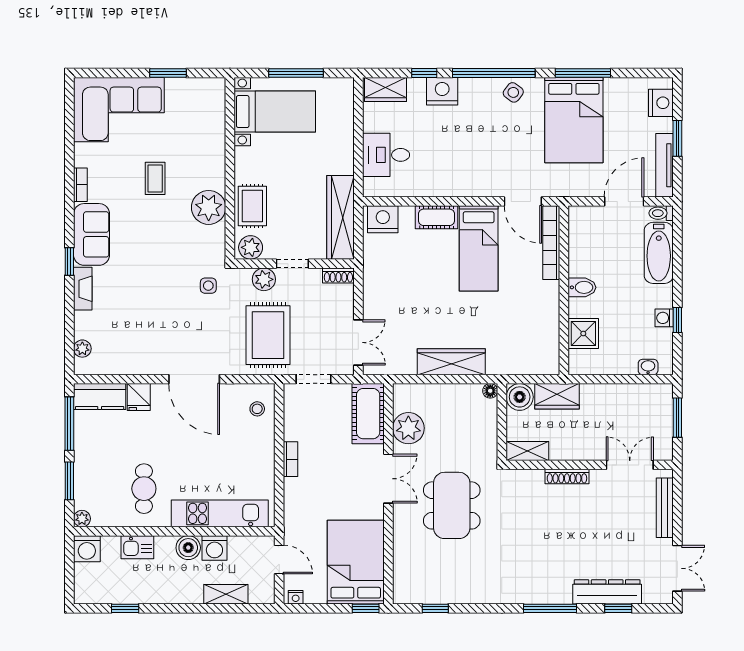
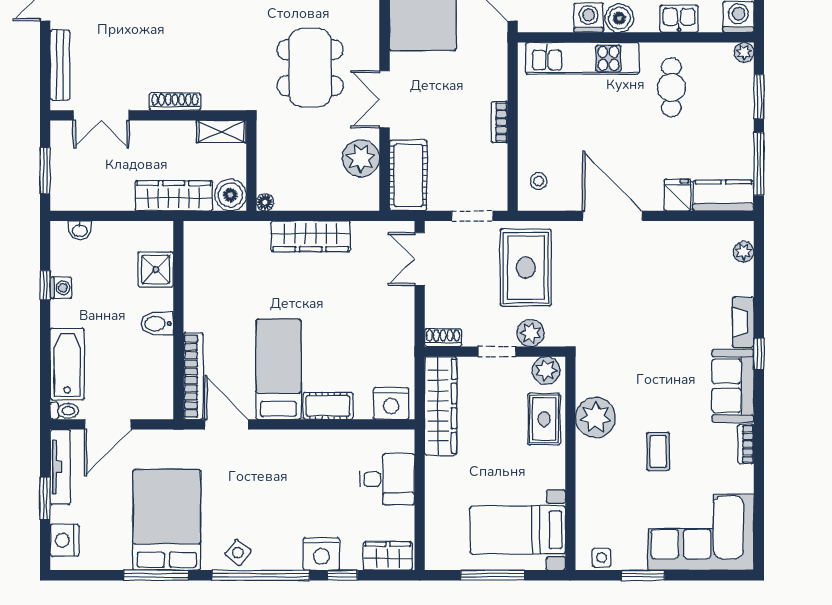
side table: (208, 286) -> (602, 558), moved
wardrobe: (557, 396) -> (174, 196), width x1.50

